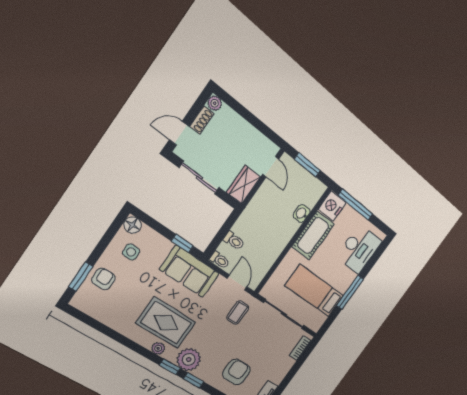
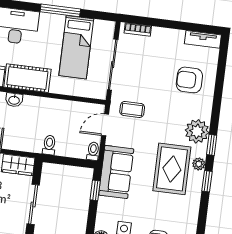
toilet: (234, 241) -> (49, 145), moved
window: (194, 380) -> (207, 181), moved

